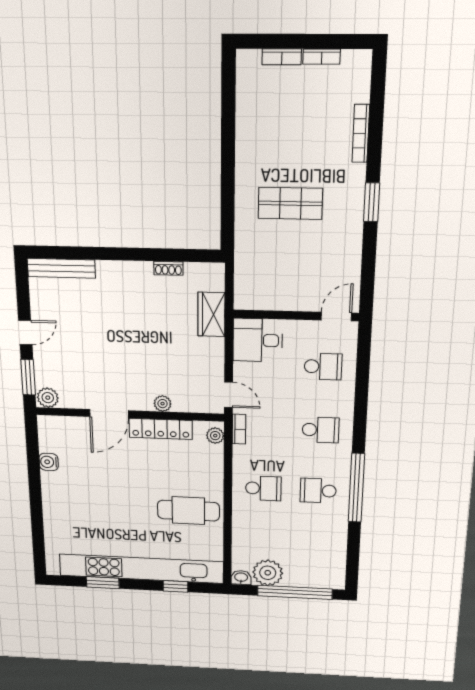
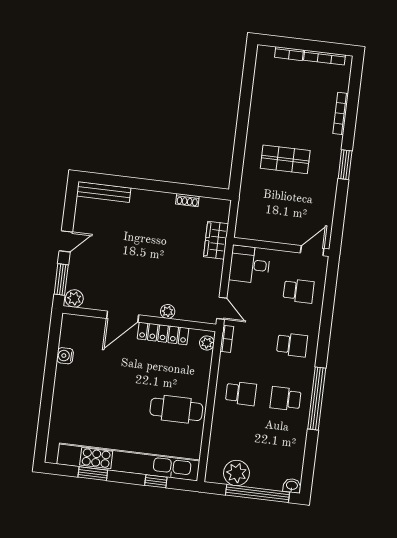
bookcase: (322, 57) -> (324, 58), width x1.56
washbasin: (241, 578) -> (292, 486), moved

